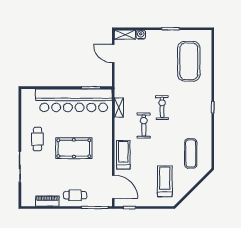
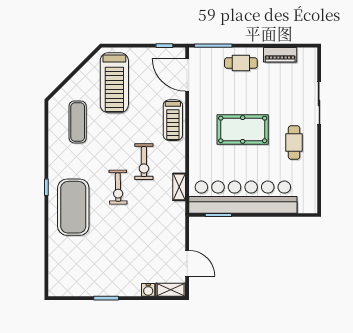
exercise mat: (189, 61) -> (73, 207), moved
treadmill: (165, 181) -> (114, 83), width x1.37, depth x1.38

